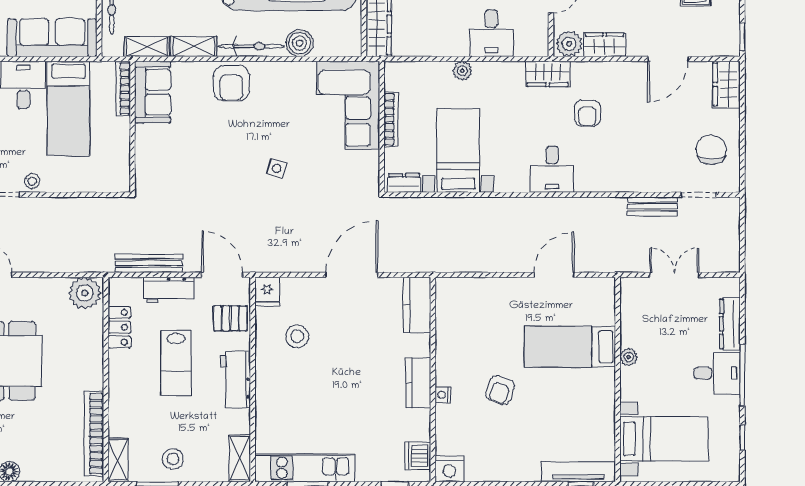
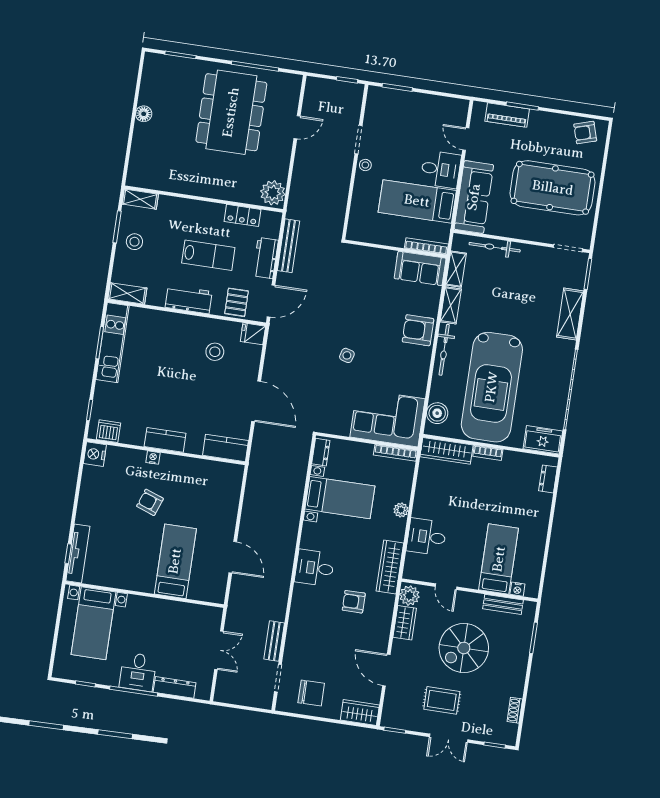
boiler: (300, 43) -> (437, 413), moved
wardrobe: (548, 74) -> (390, 567), width x1.50
bookcase: (391, 119) -> (395, 453), moved
plant: (629, 357) -> (161, 605), removed
lab bench: (176, 363) -> (208, 255), turned 180
bookcase: (94, 434) -> (163, 184), removed

